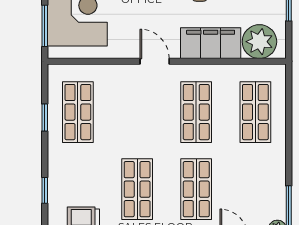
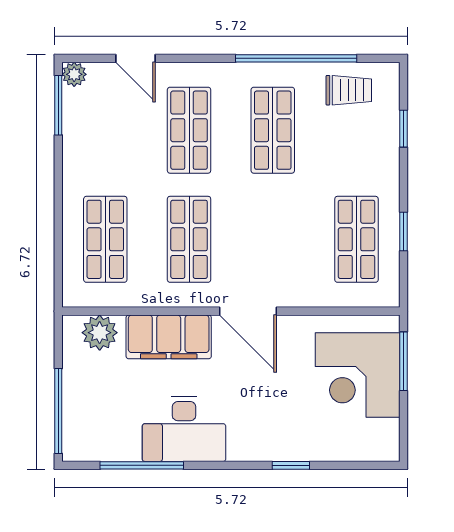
plant: (259, 42) -> (100, 333), width x0.73, depth x0.73
door: (155, 61) -> (248, 311), width x1.38

